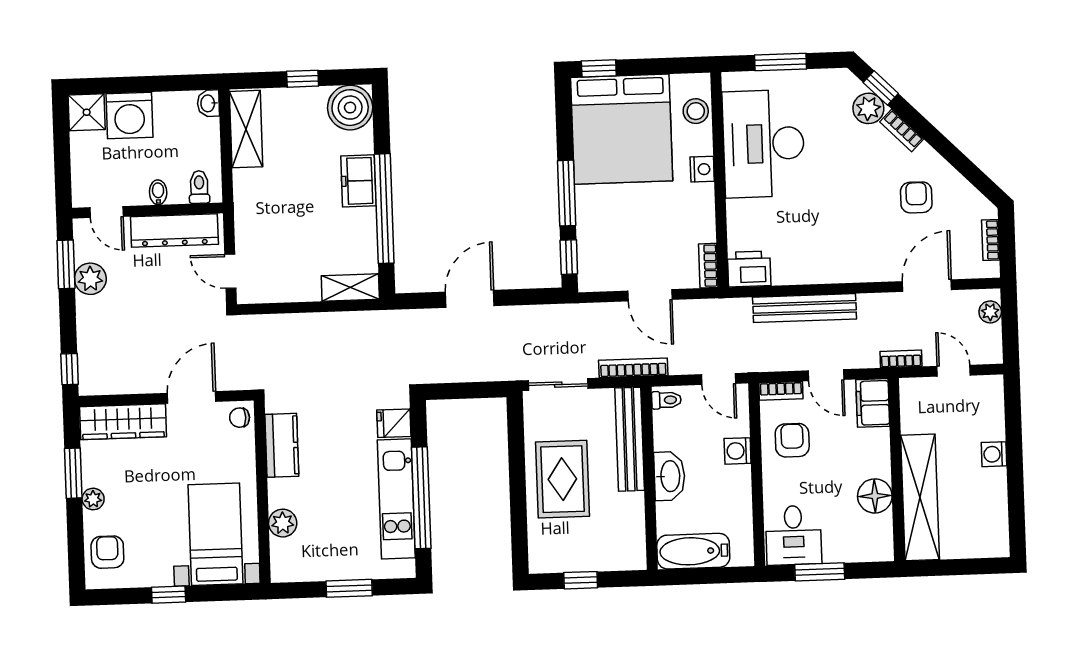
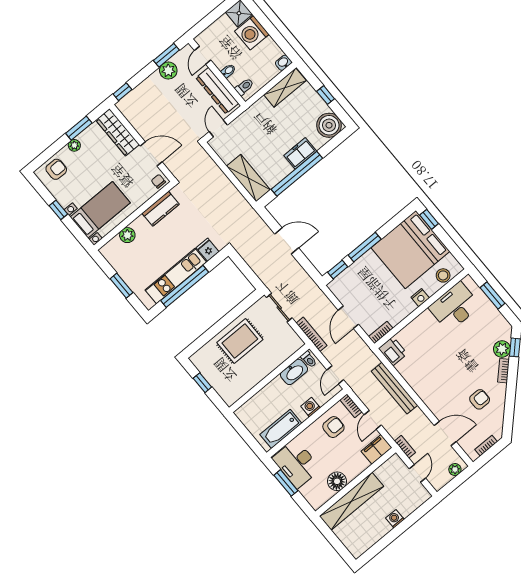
desk: (764, 144) -> (454, 307), width x0.73, depth x0.77
shelving: (350, 287) -> (248, 178), width x1.50, depth x1.33
bench: (630, 439) -> (279, 357), removed
washbasin: (669, 476) -> (294, 372), moved
desk: (794, 535) -> (296, 464), width x1.37
bathtub: (693, 551) -> (281, 429), moved, turned -90

